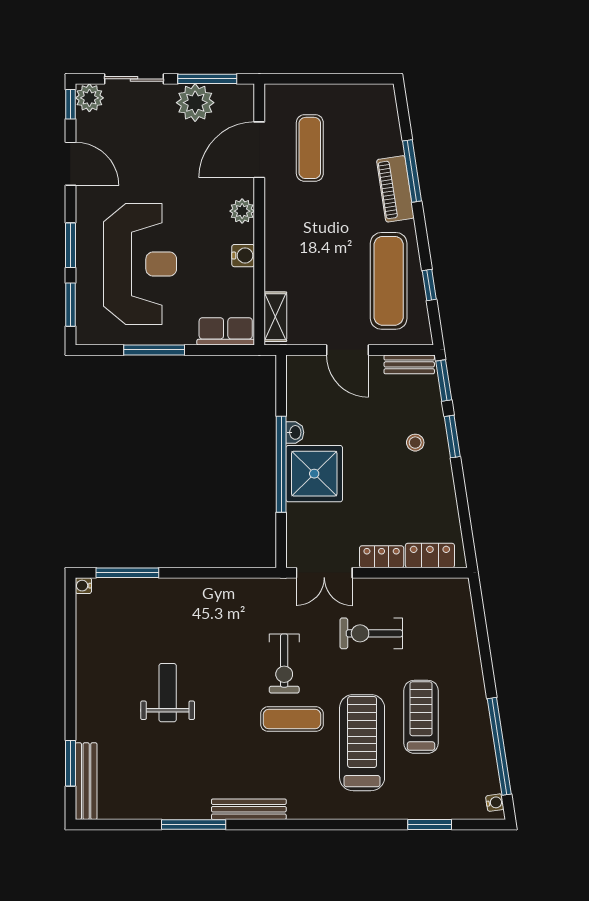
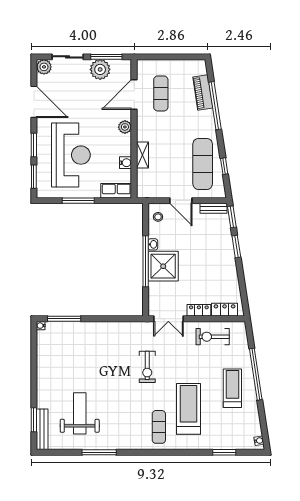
window: (70, 104) -> (34, 70), removed
door: (70, 164) -> (34, 102), width x1.36
window: (412, 171) -> (215, 106), width x1.46
piano: (395, 189) -> (203, 92), moved
water cooler: (243, 256) -> (126, 163), moved
shelving: (275, 317) -> (143, 155), moved
stool: (415, 443) -> (158, 217), moved
exercise bike: (371, 633) -> (213, 337), moved
weight bench: (168, 693) -> (80, 413), moved, width x1.36, depth x1.33
treadmill: (421, 717) -> (232, 388), moved
exercise mat: (292, 719) -> (159, 427), moved, turned 90
window: (499, 746) -> (256, 374), moved
bench: (249, 809) -> (128, 444), removed

